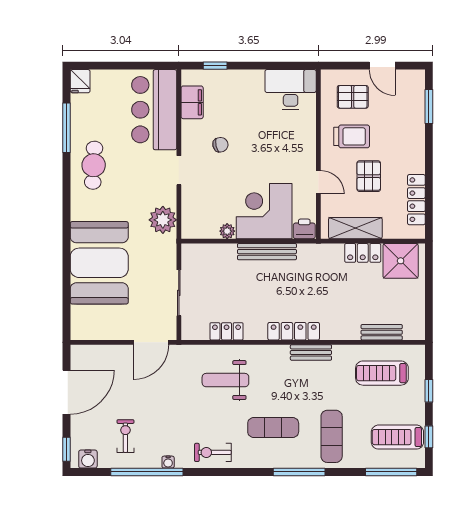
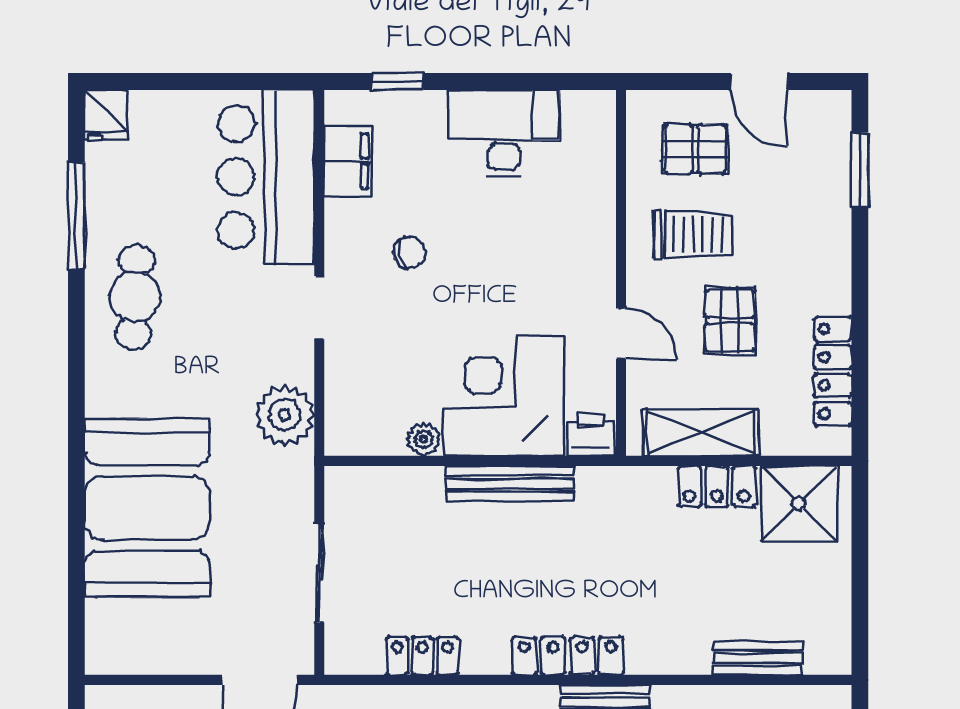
desk: (291, 89) -> (504, 133), moved

